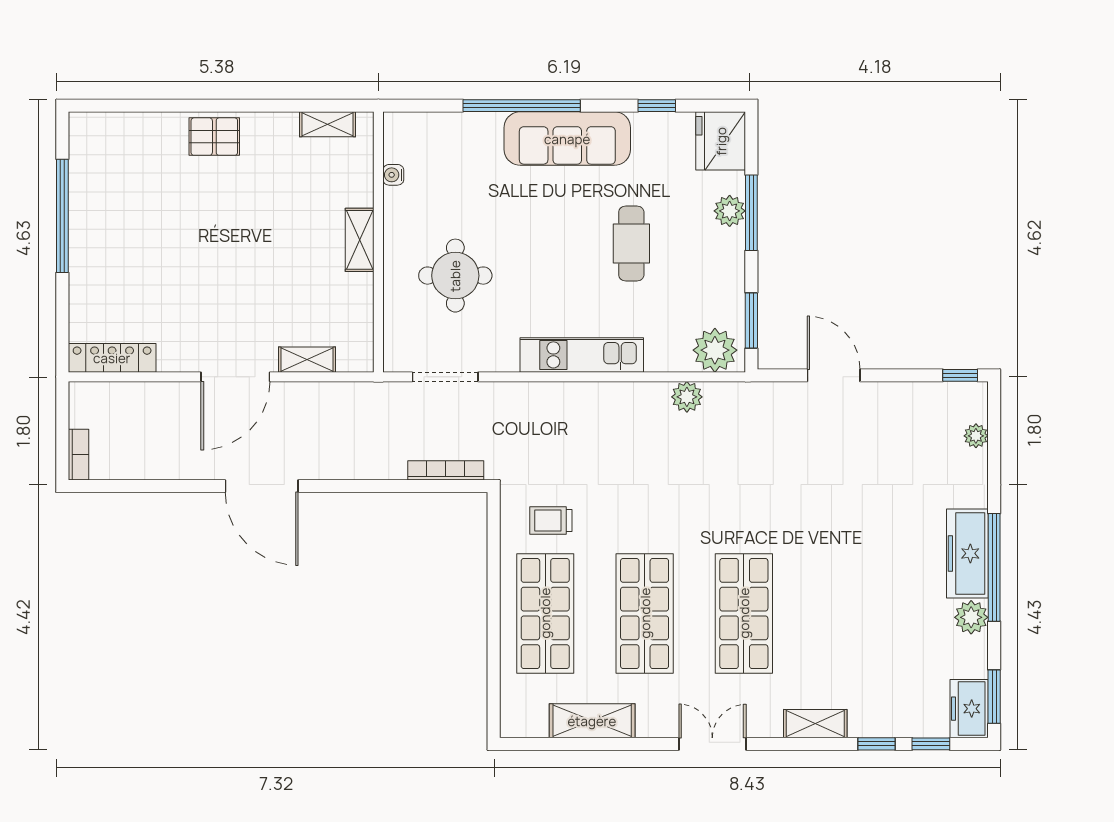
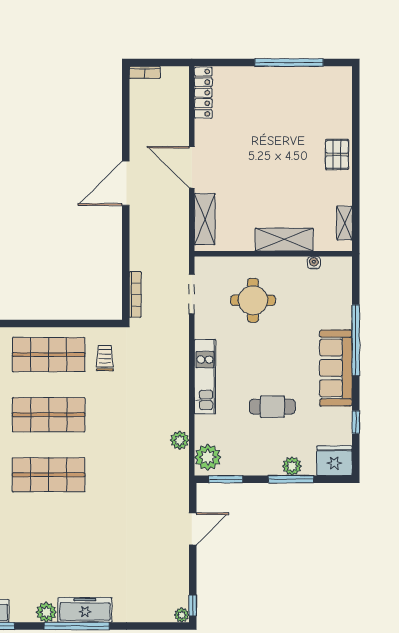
shelving: (360, 240) -> (284, 239), width x1.50, depth x1.33
shelving: (307, 360) -> (205, 219), width x1.50, depth x1.33
plant: (976, 436) -> (182, 615), moved

